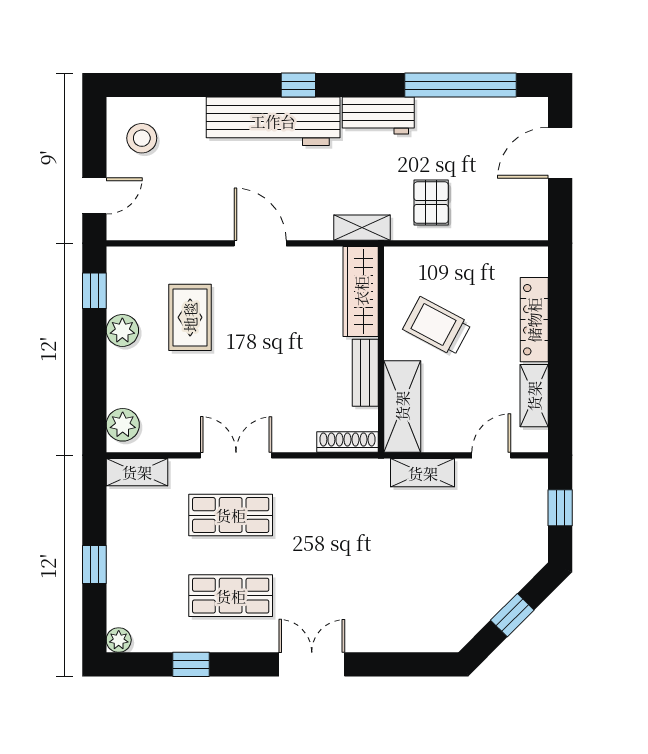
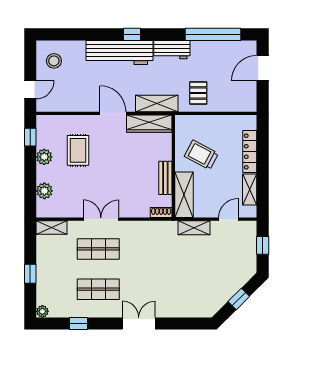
shelving: (362, 228) -> (157, 103), width x1.50, depth x1.33
wardrobe: (361, 291) -> (149, 124), moved, turned -90
plant: (123, 425) -> (44, 191), moved
shoe rack: (347, 442) -> (161, 213), width x0.70

